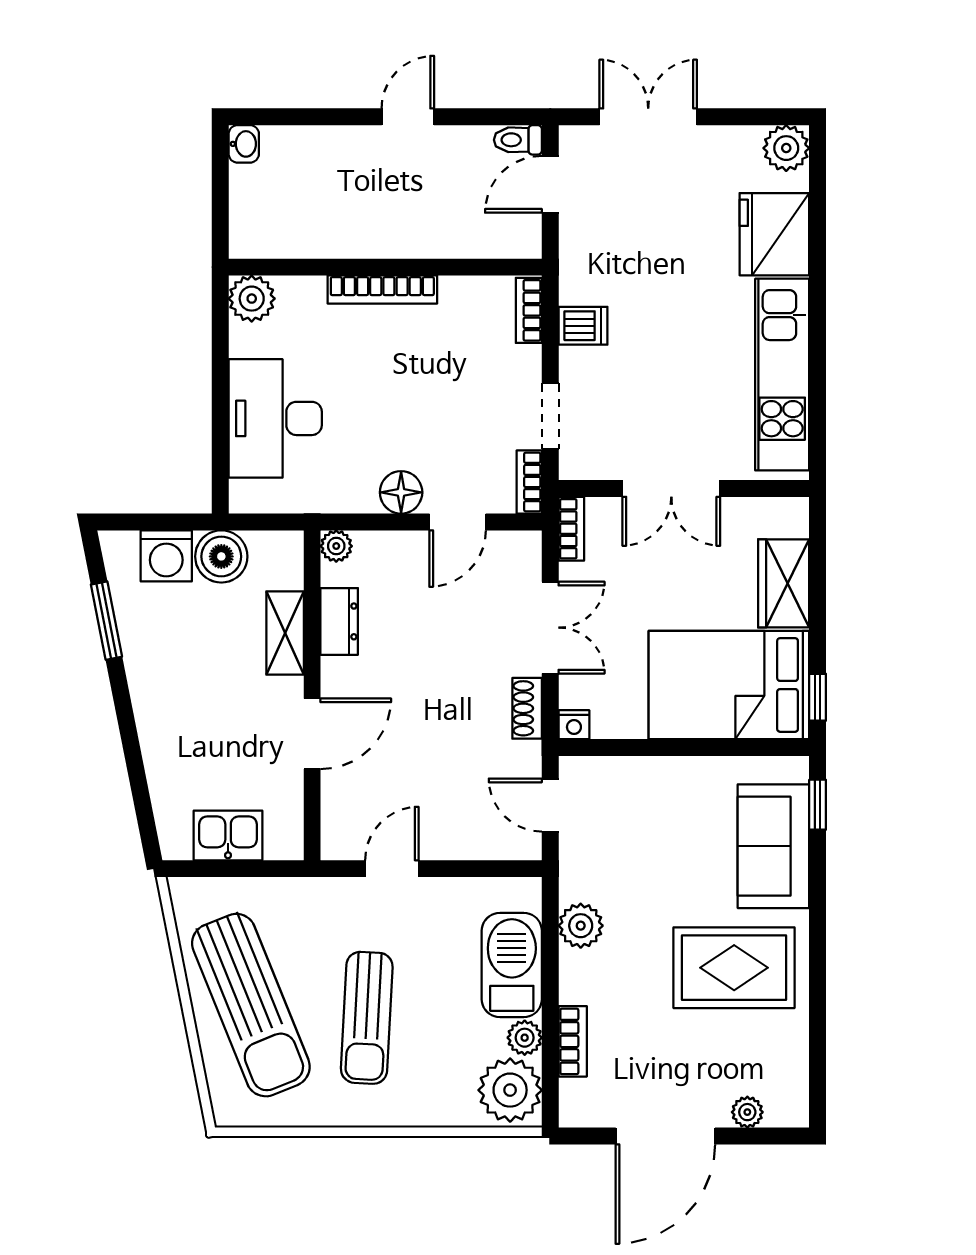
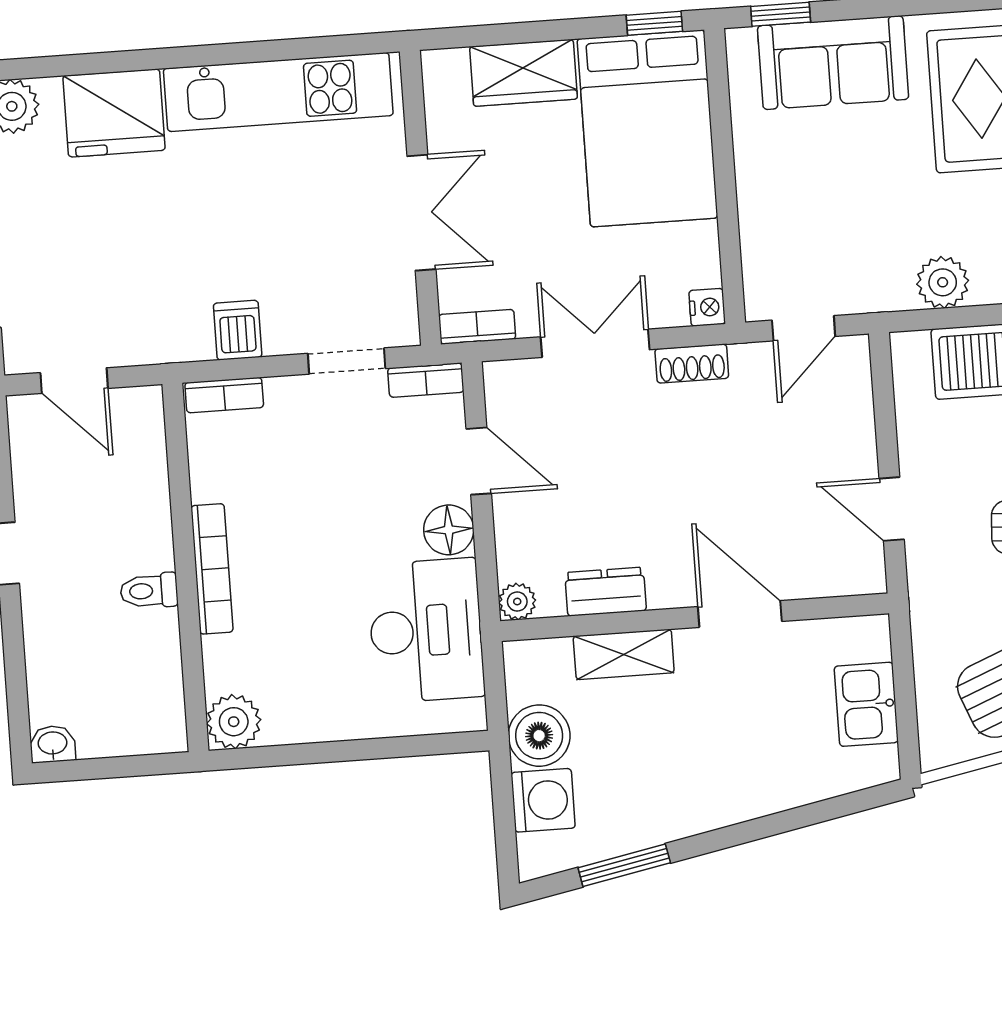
toilet: (518, 140) -> (149, 591), moved, turned 90
desk: (275, 418) -> (426, 631), moved, turned -90

